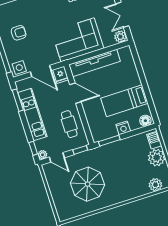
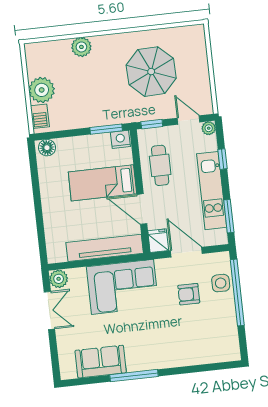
armchair: (19, 33) -> (189, 294), moved
side table: (19, 68) -> (221, 283), moved
bed: (124, 101) -> (102, 183), moved, turned 180
nightstand: (123, 128) -> (120, 139), moved
window: (33, 148) -> (222, 159), moved
plant: (155, 185) -> (81, 47), moved

